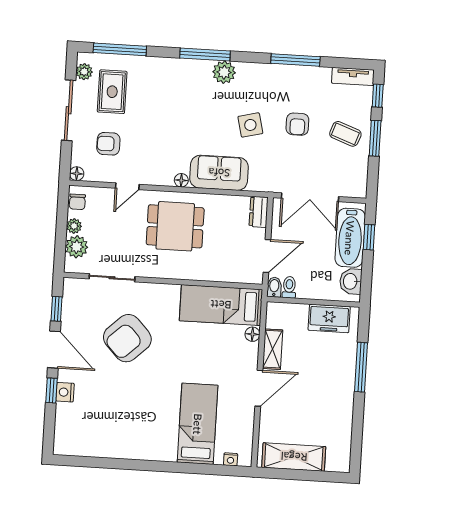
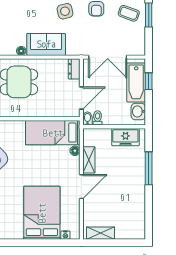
bed: (198, 424) -> (42, 213), width x1.50
shelving: (294, 457) -> (101, 233), width x0.67, depth x0.75

